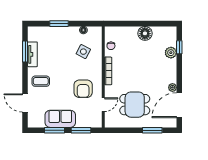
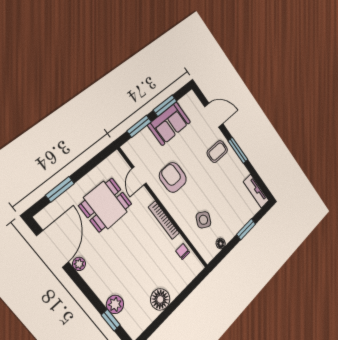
window: (25, 51) -> (238, 150), moved
tv unit: (32, 54) -> (256, 191), moved

